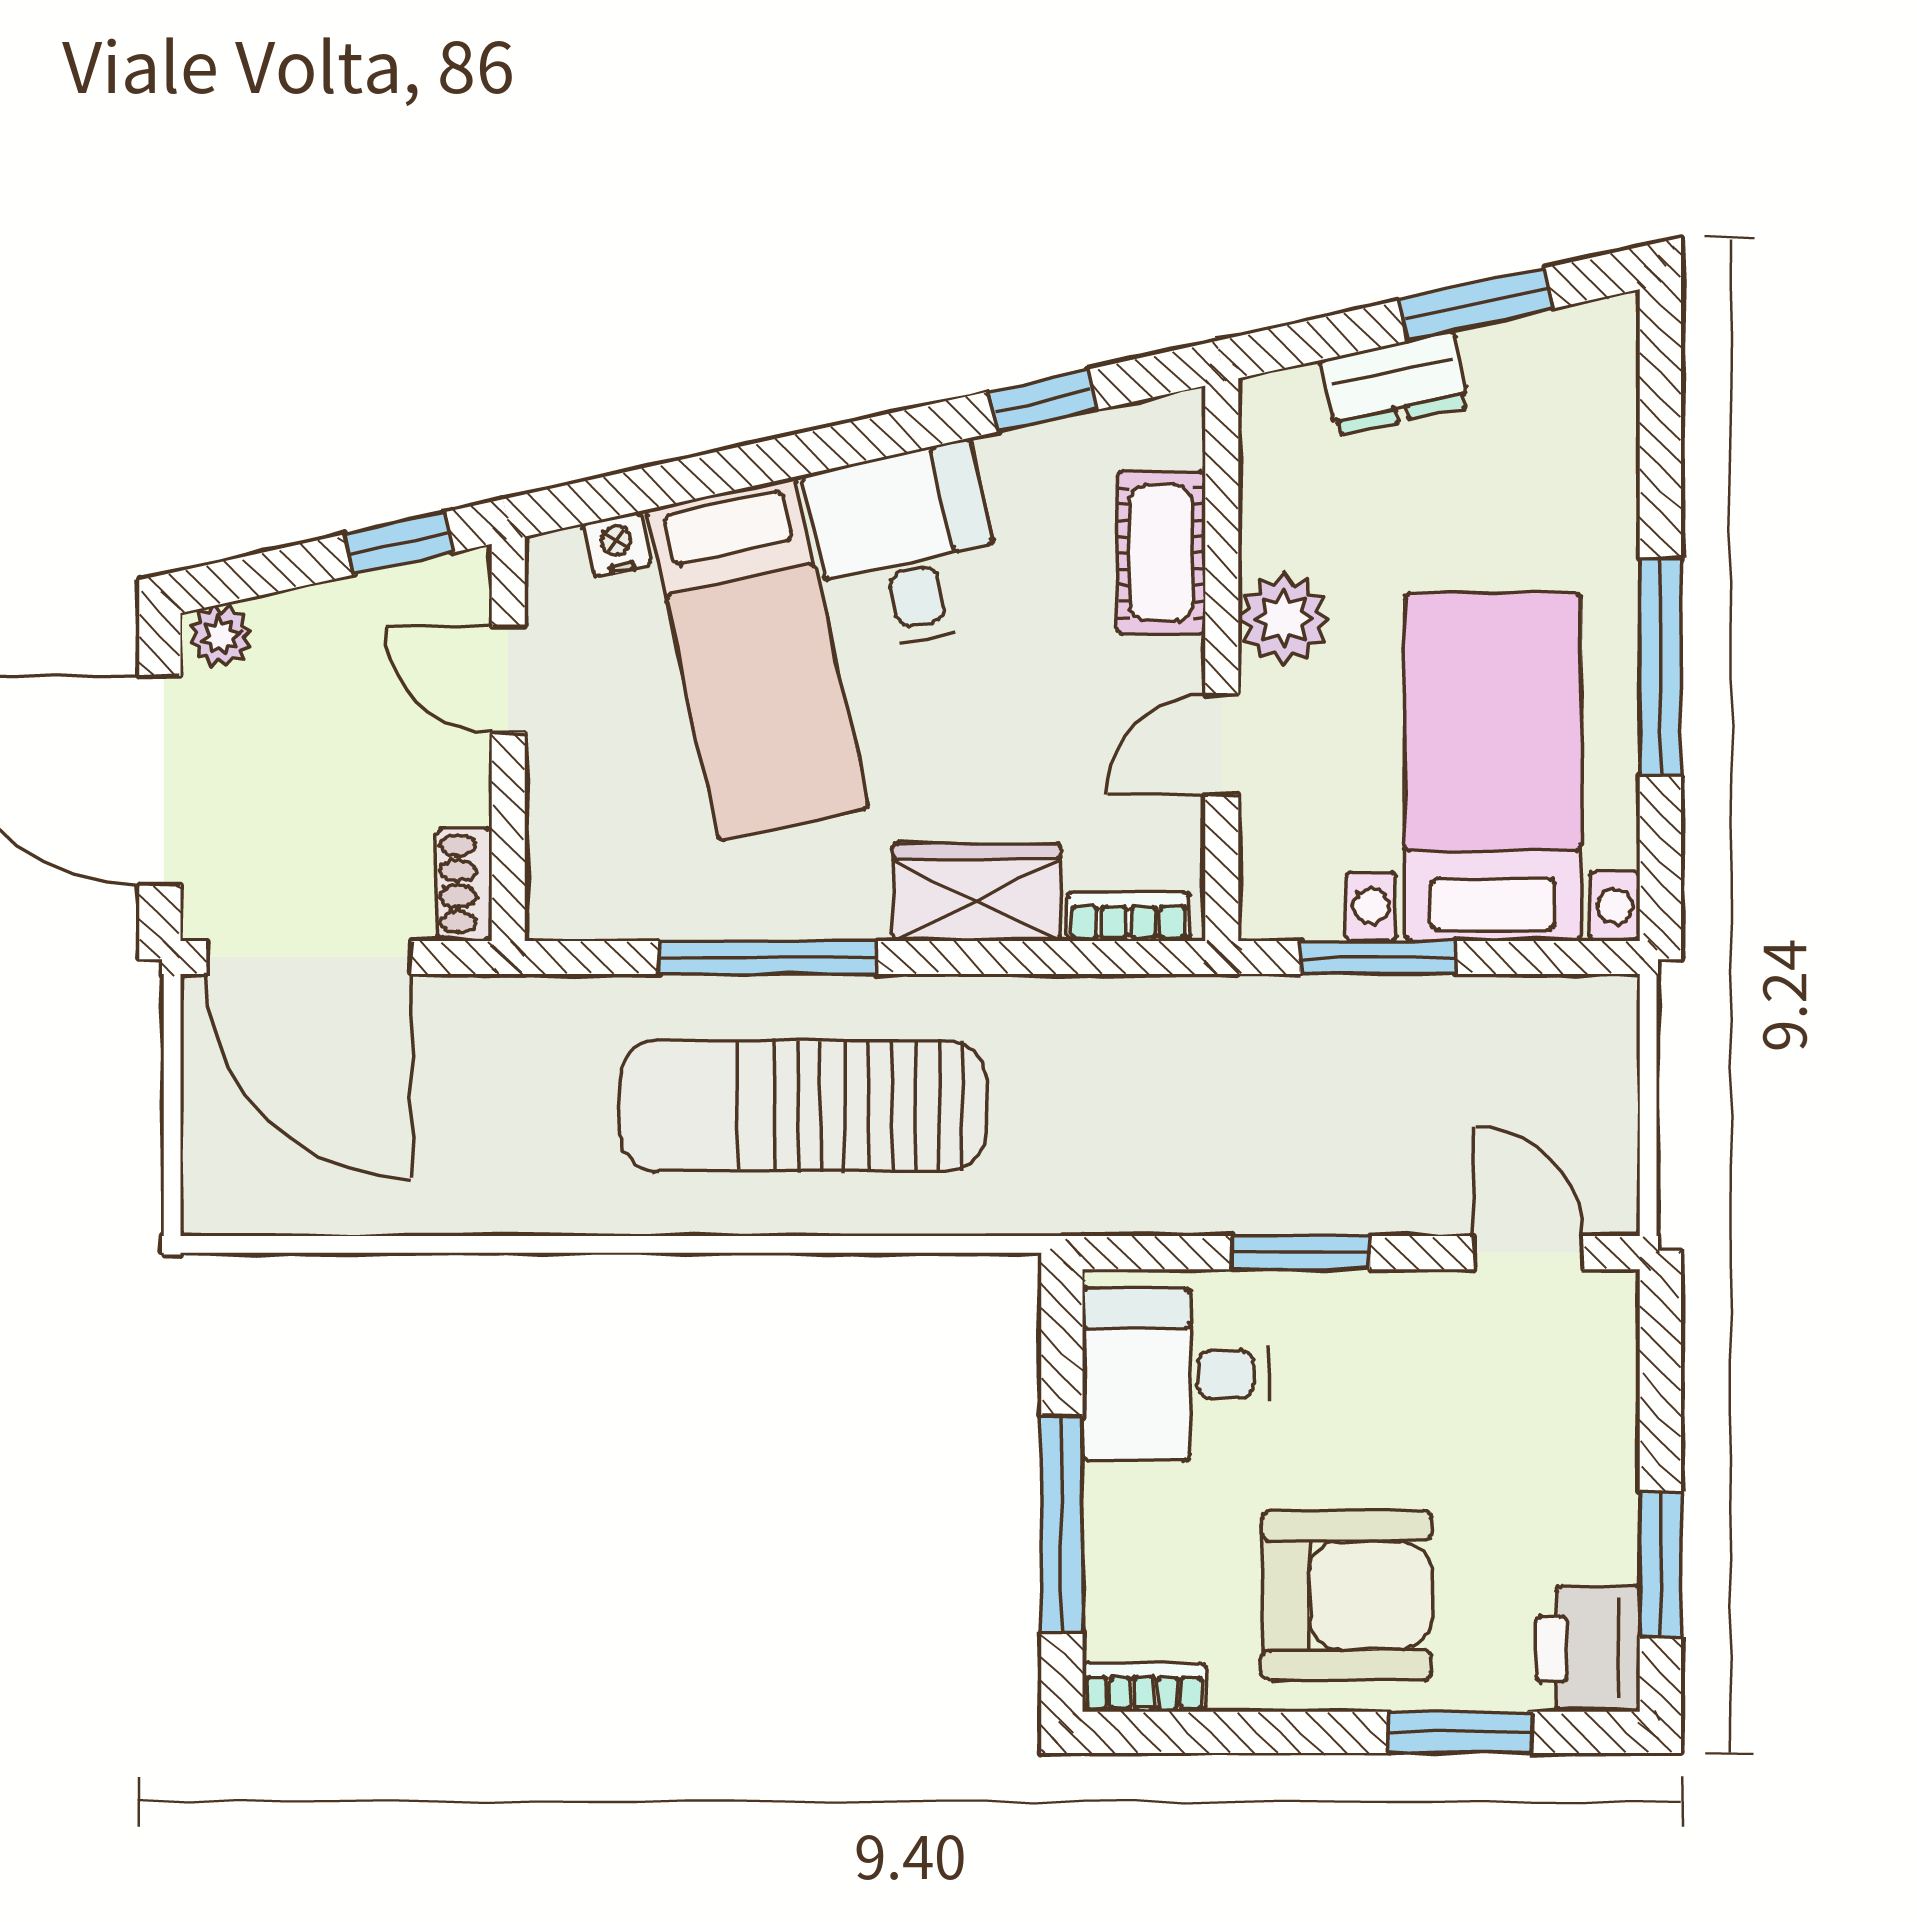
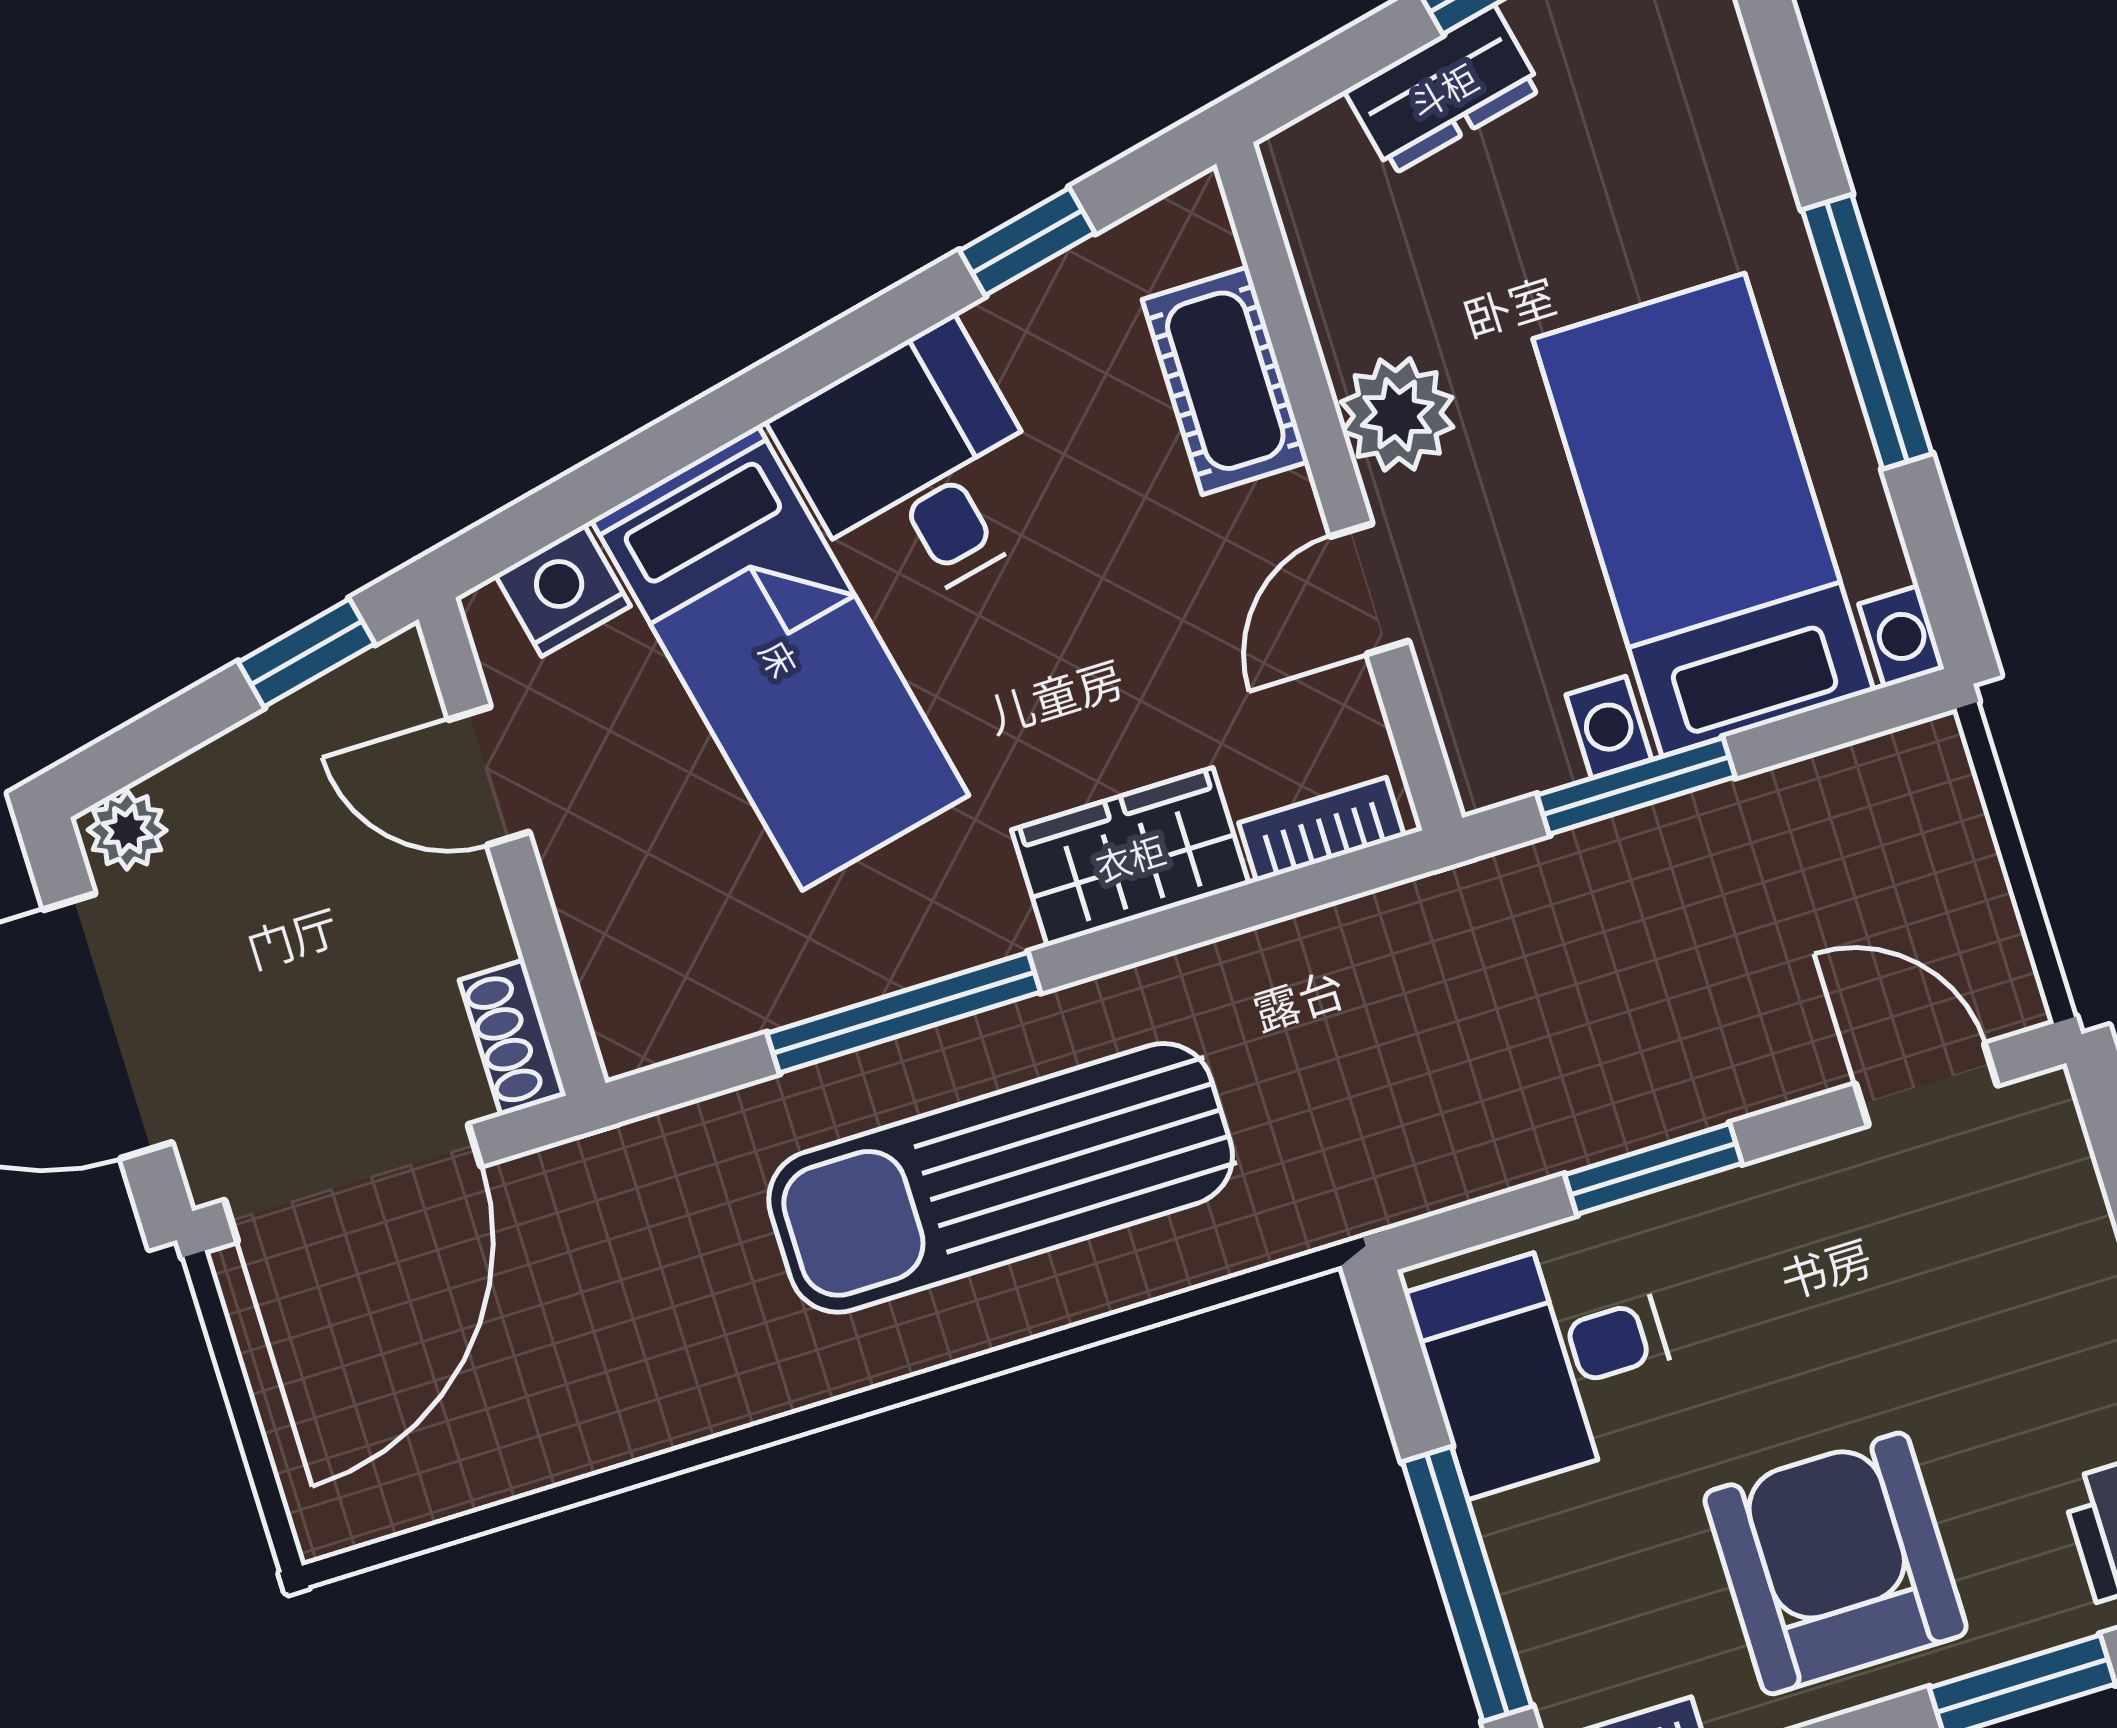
nightstand: (617, 544) -> (563, 591), width x1.39, depth x1.35
door: (309, 957) -> (353, 1183), hinge flipped
armchair: (1347, 1595) -> (1836, 1563), turned -90

